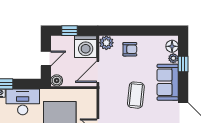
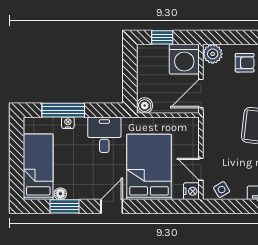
door: (46, 58) -> (130, 75), removed
desk: (23, 102) -> (104, 135), width x0.73

